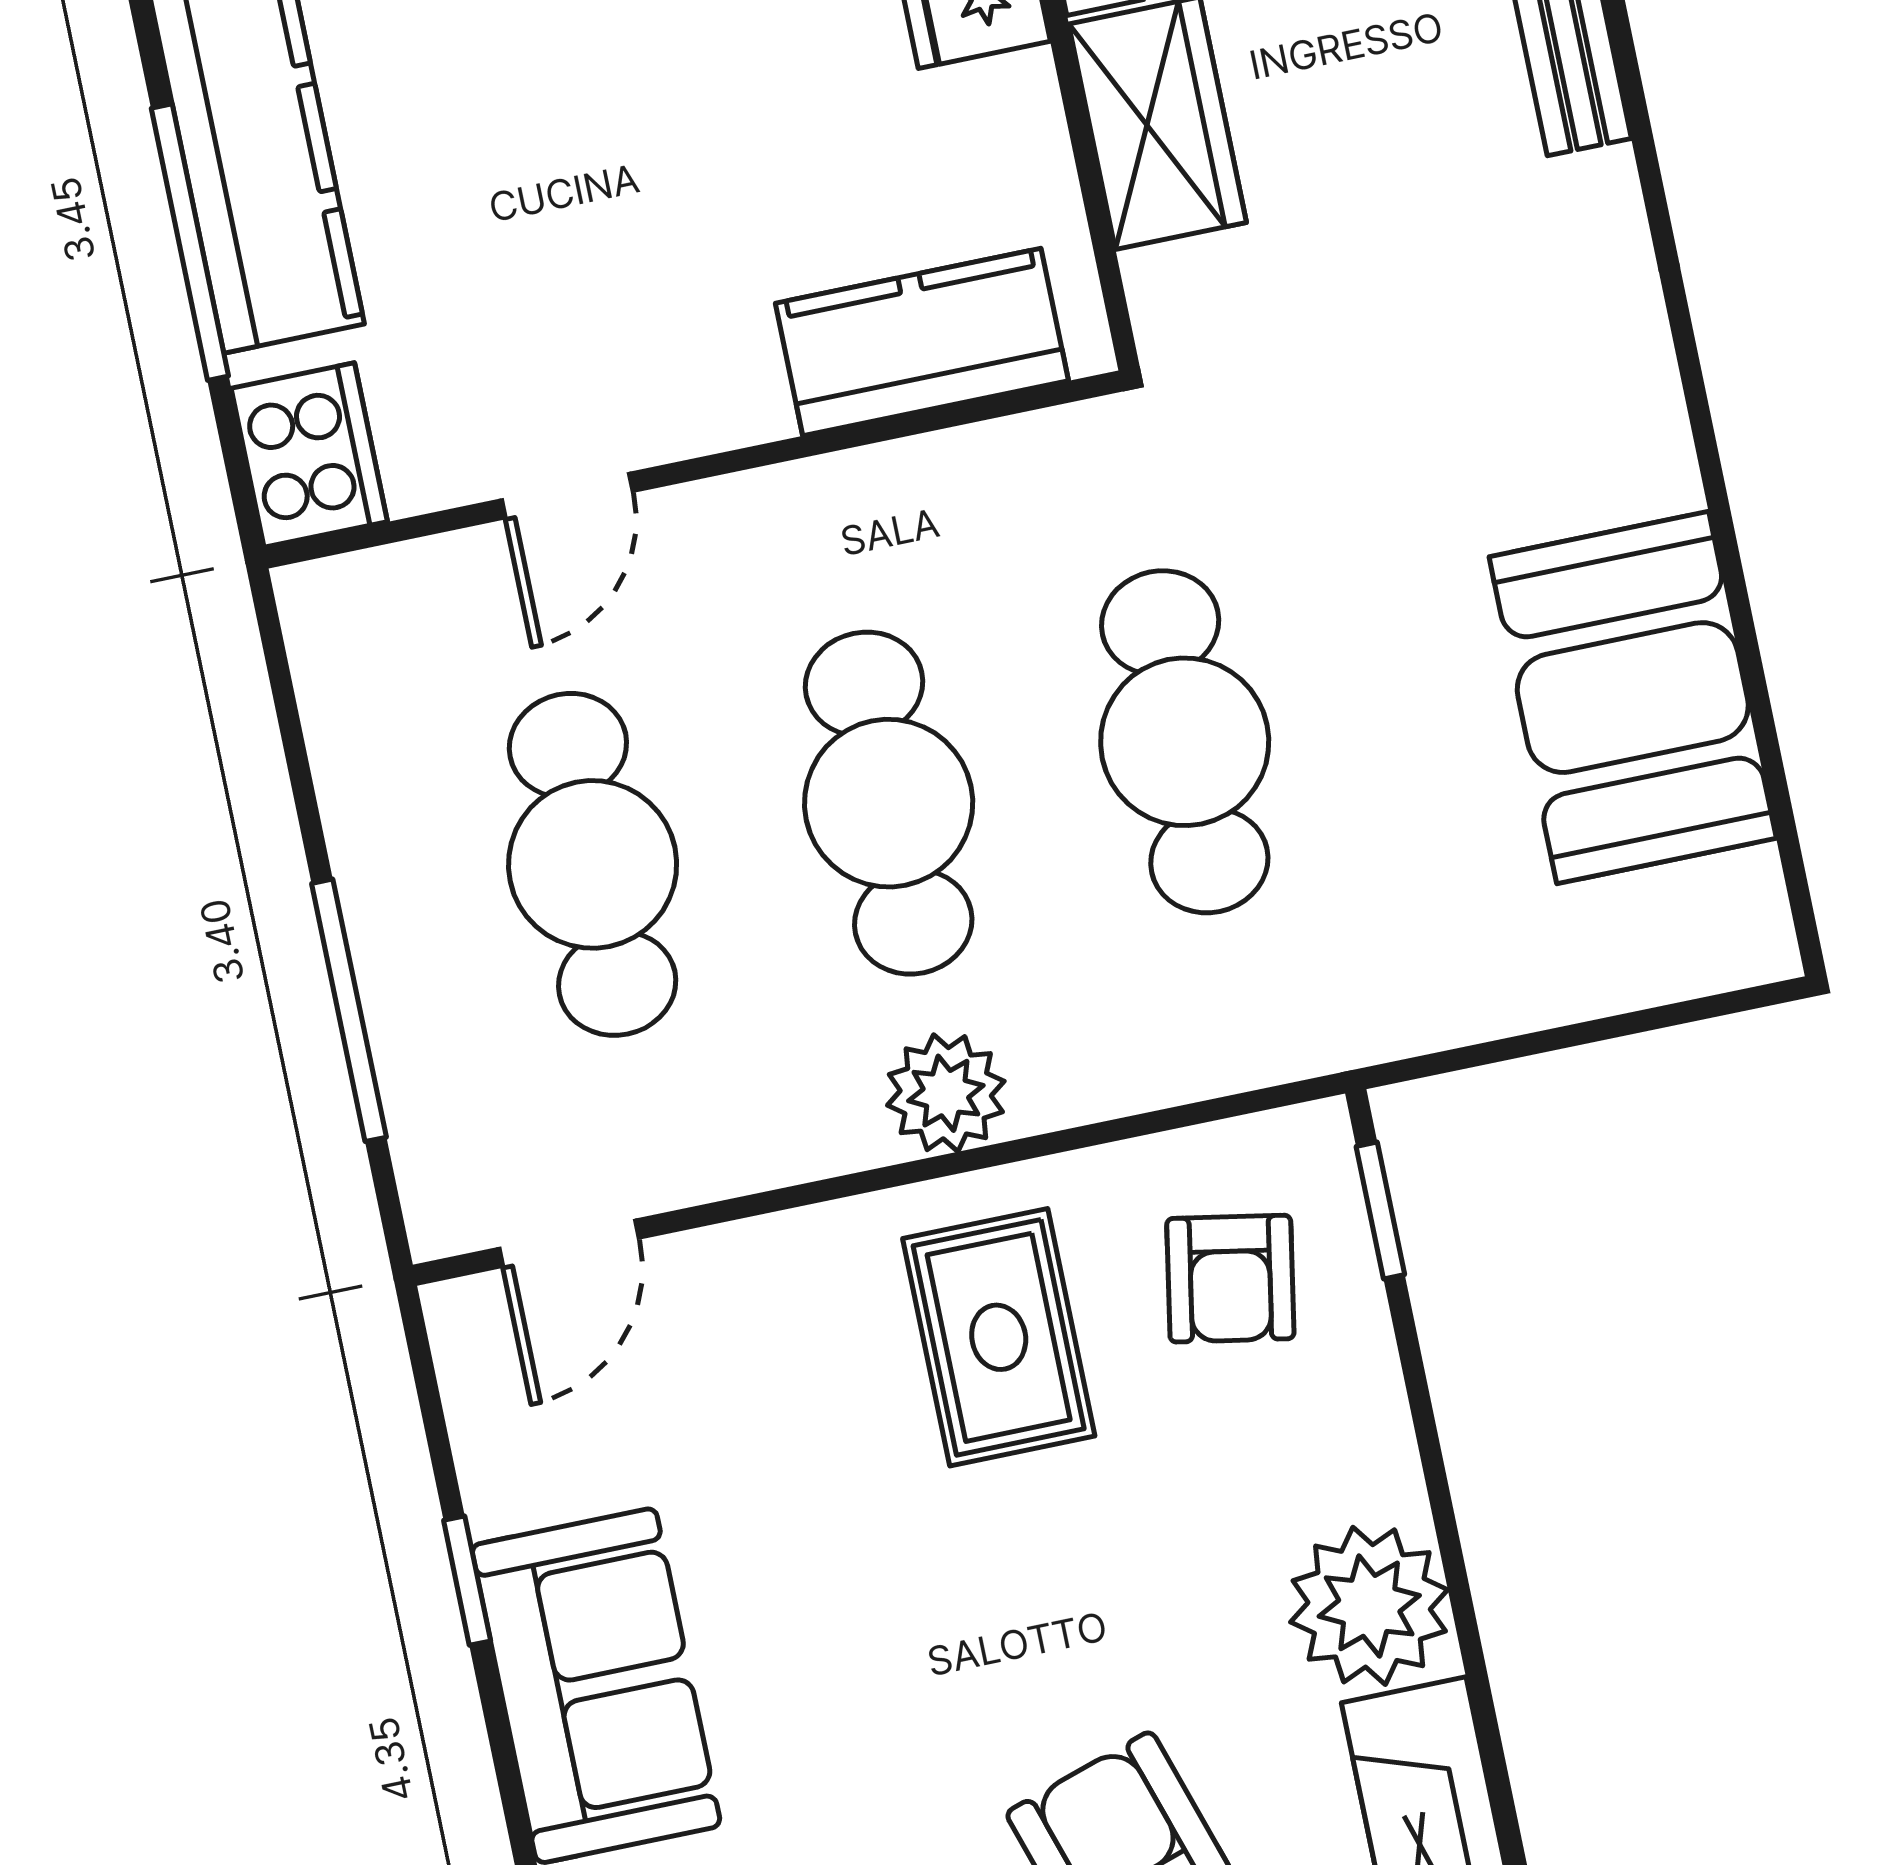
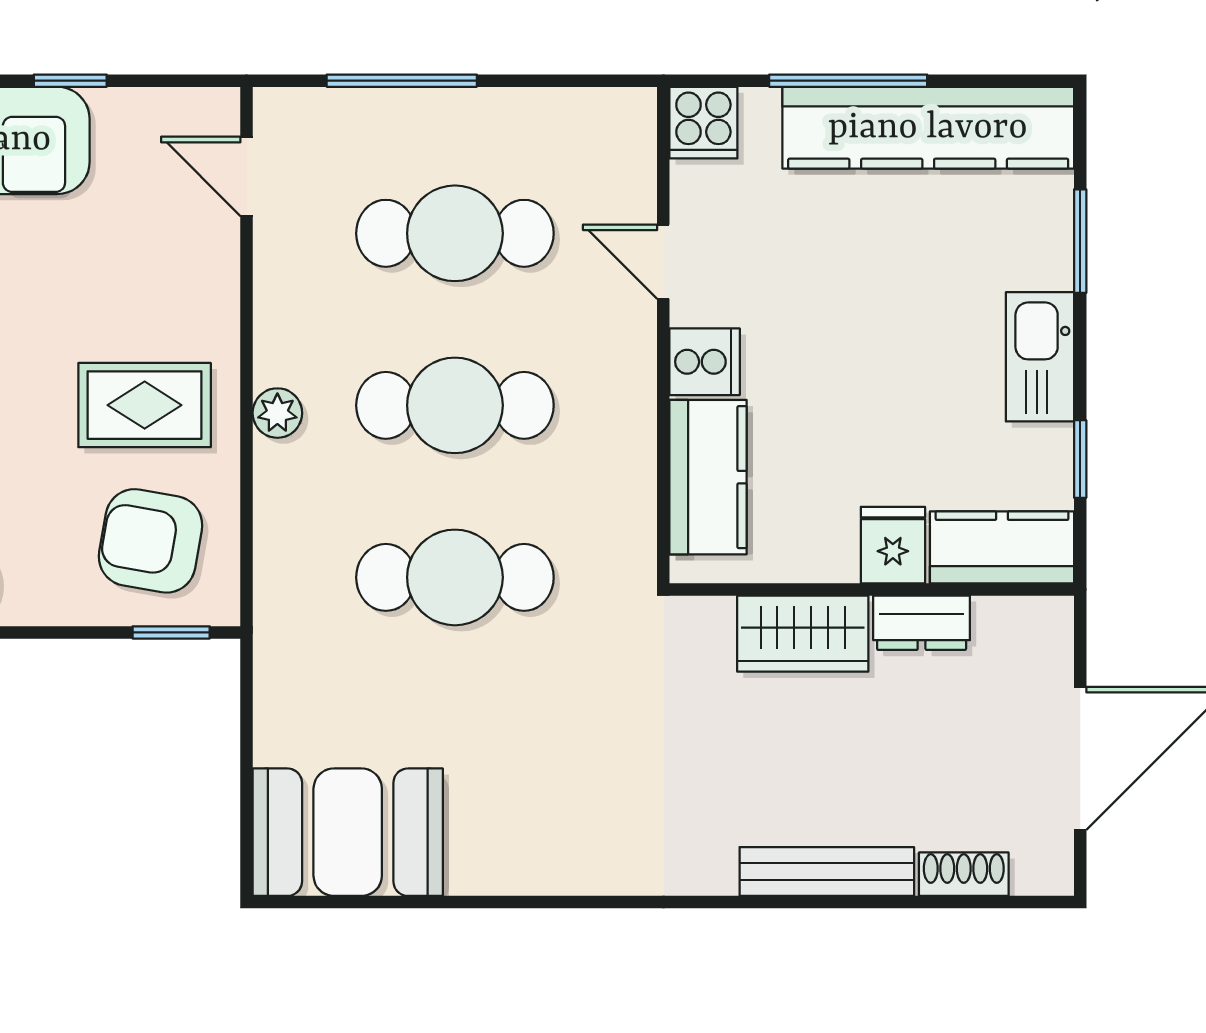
cooker: (725, 389) -> (705, 362), added
cooker: (309, 455) -> (703, 123), width x0.73
booth: (1633, 698) -> (348, 832), moved
plant: (946, 1093) -> (277, 413), width x0.73, depth x0.73
armchair: (1230, 1279) -> (150, 541), width x1.38, depth x1.38

